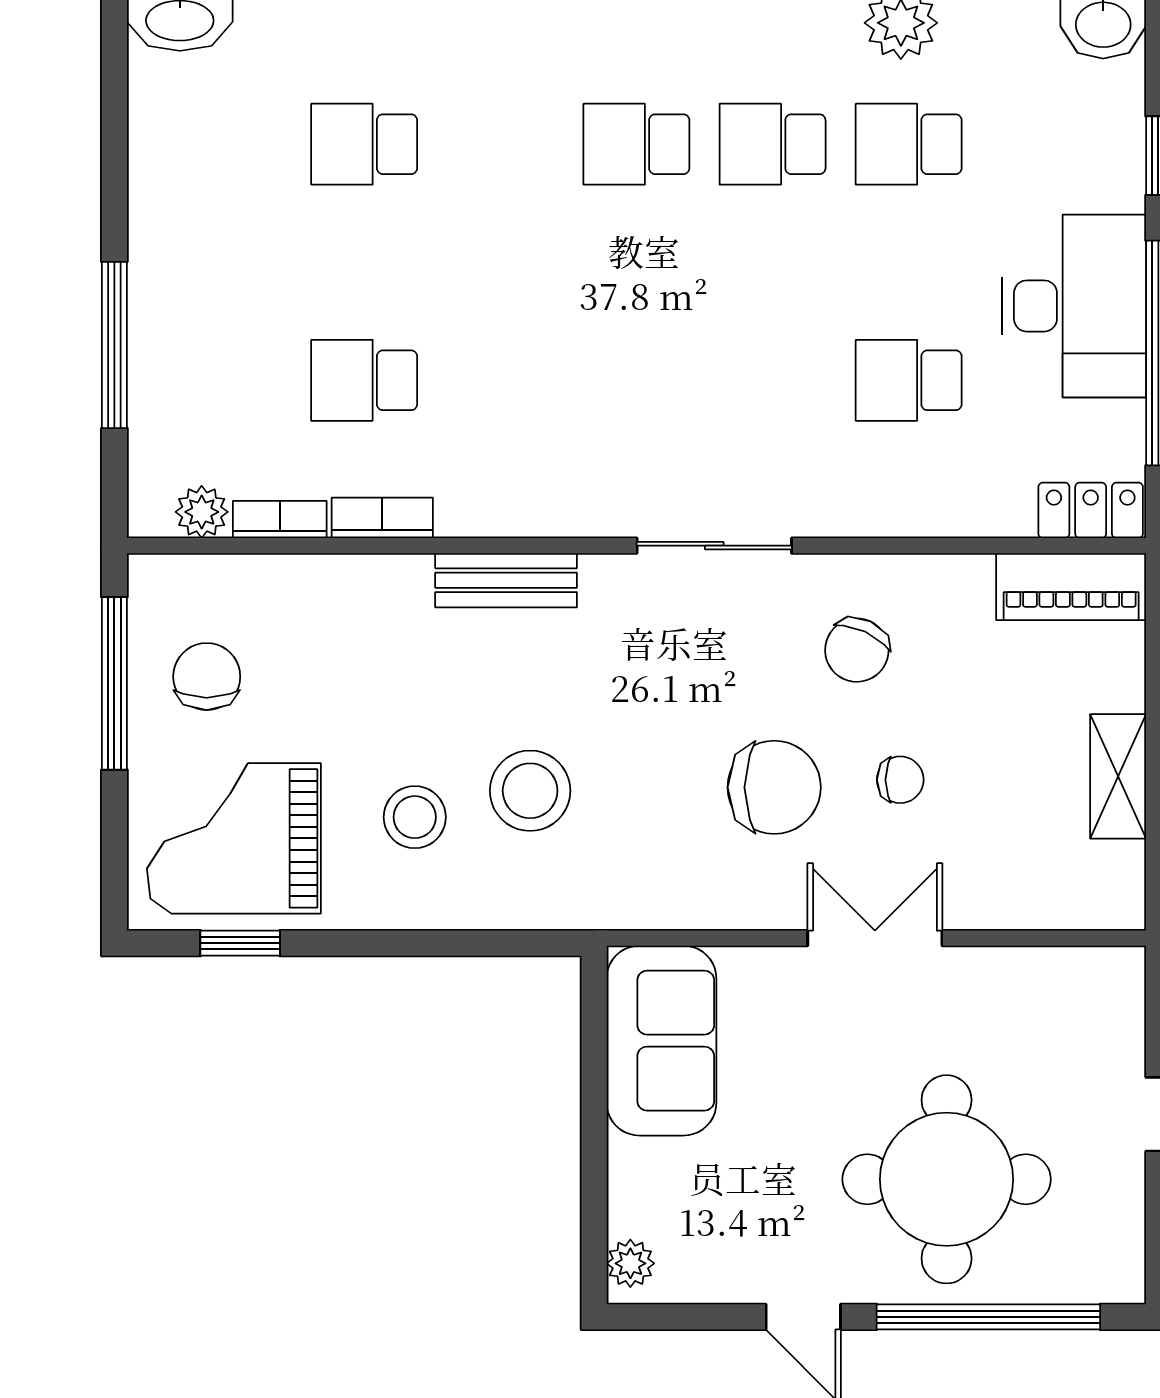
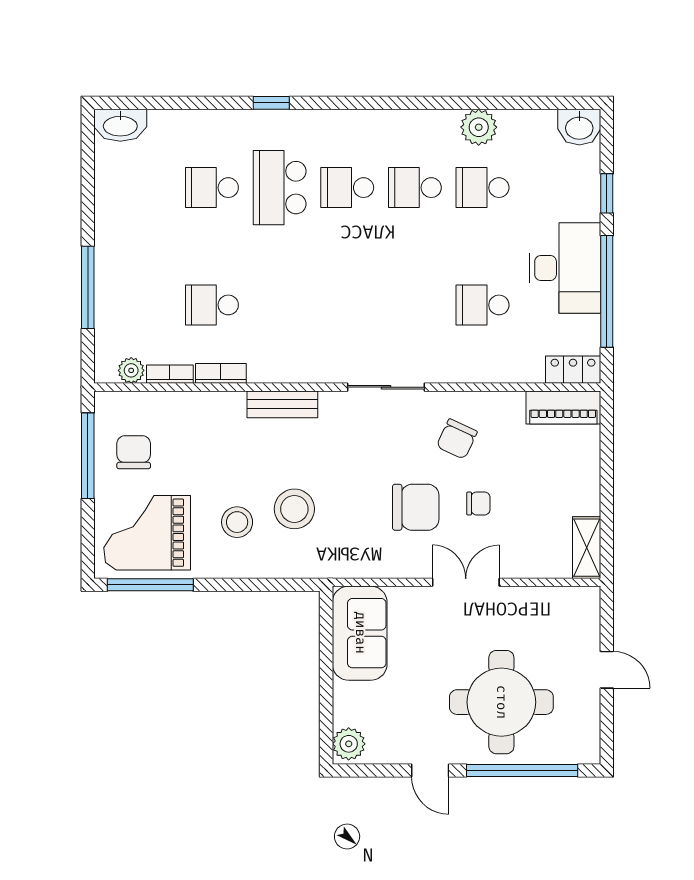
school desk: (500, 144) -> (280, 188), added
shelving: (1118, 776) -> (587, 548), moved
window: (240, 943) -> (150, 585), width x2.17
plant: (630, 1263) -> (349, 744), width x1.38, depth x1.38

